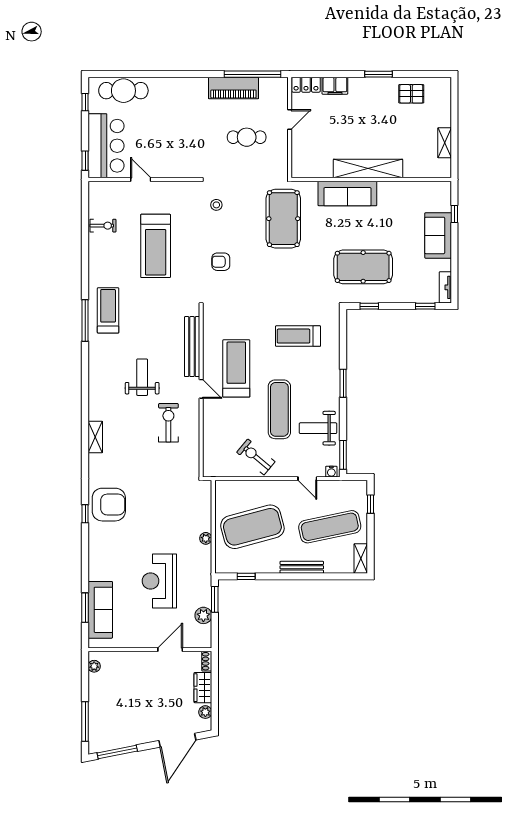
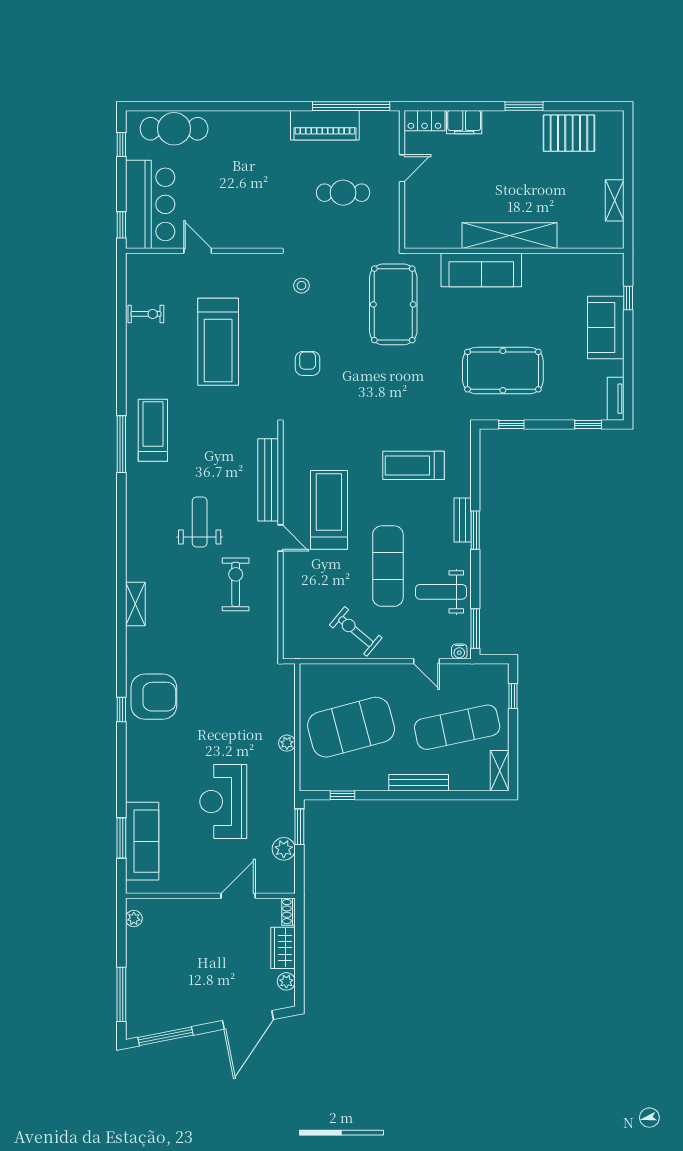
pallet: (411, 94) -> (569, 133), width x1.50, depth x1.42
armchair: (221, 262) -> (308, 363), turned 90
bench: (334, 376) -> (463, 520), added

